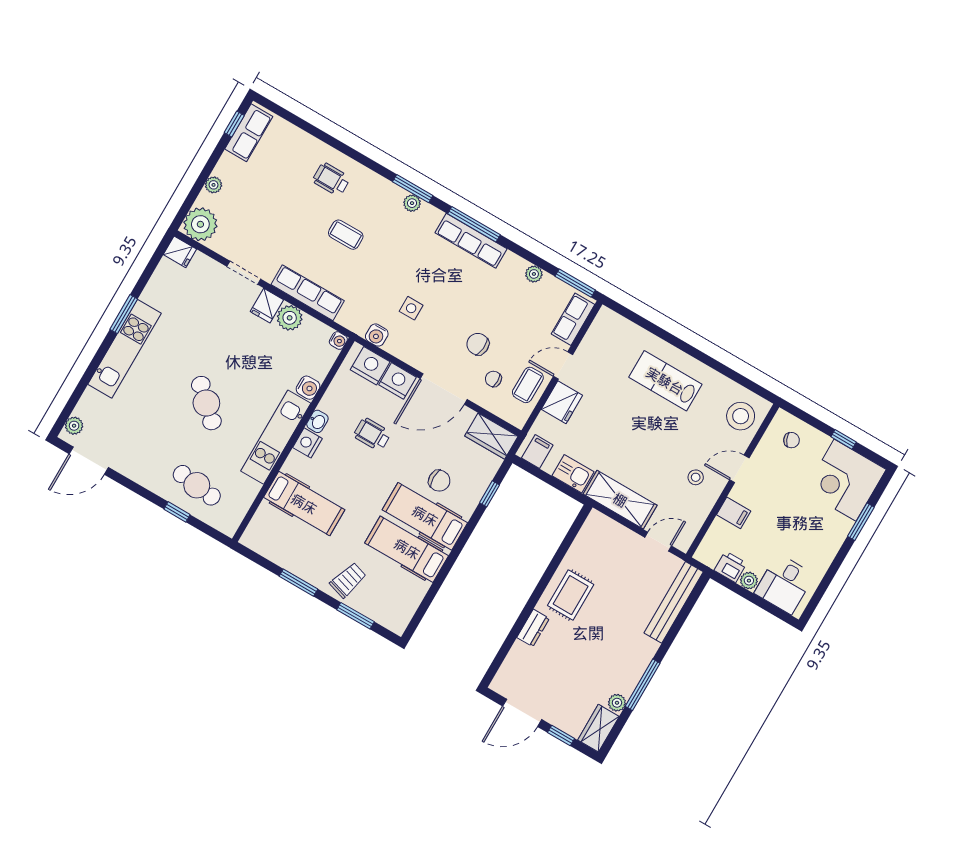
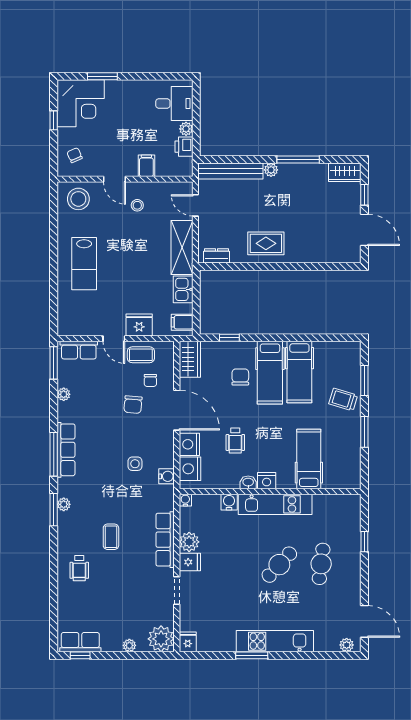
cafe table: (197, 485) -> (321, 564), moved
dresser: (533, 628) -> (216, 256), moved
plant: (617, 703) -> (271, 170), moved

